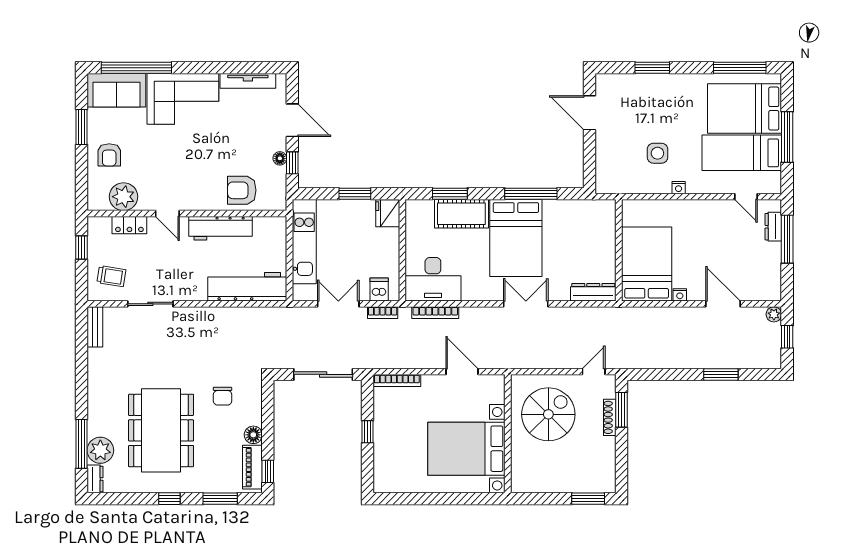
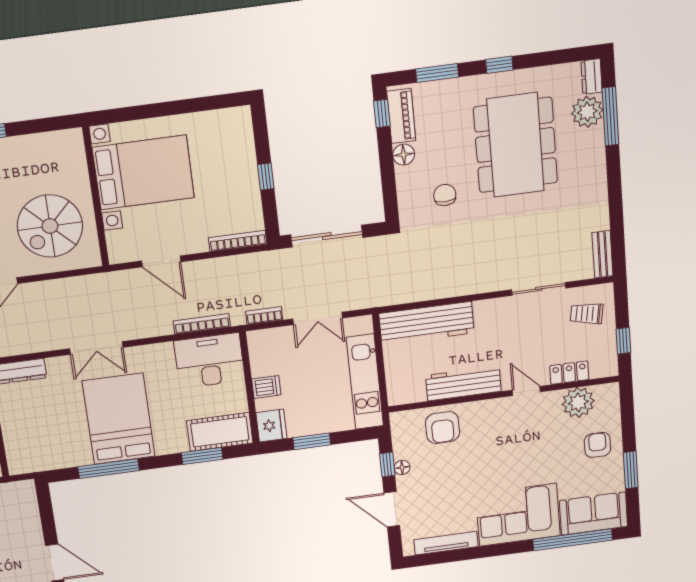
armchair: (242, 190) -> (443, 428), turned 90
cot: (461, 214) -> (220, 432), moved
dishwasher: (379, 290) -> (266, 387), moved, turned -90

